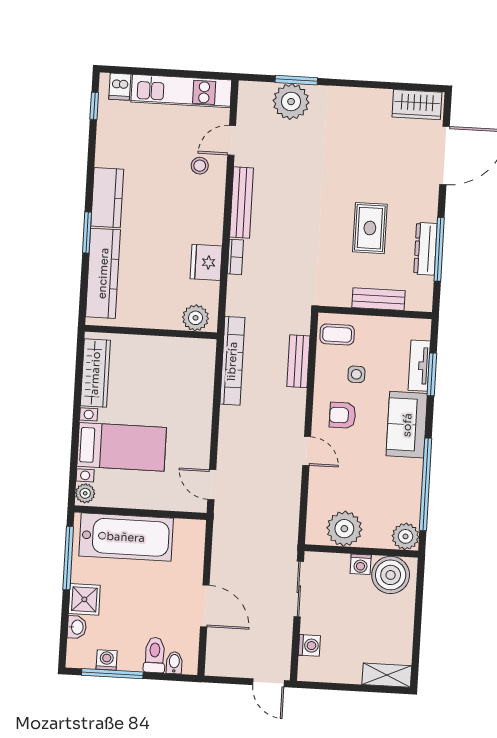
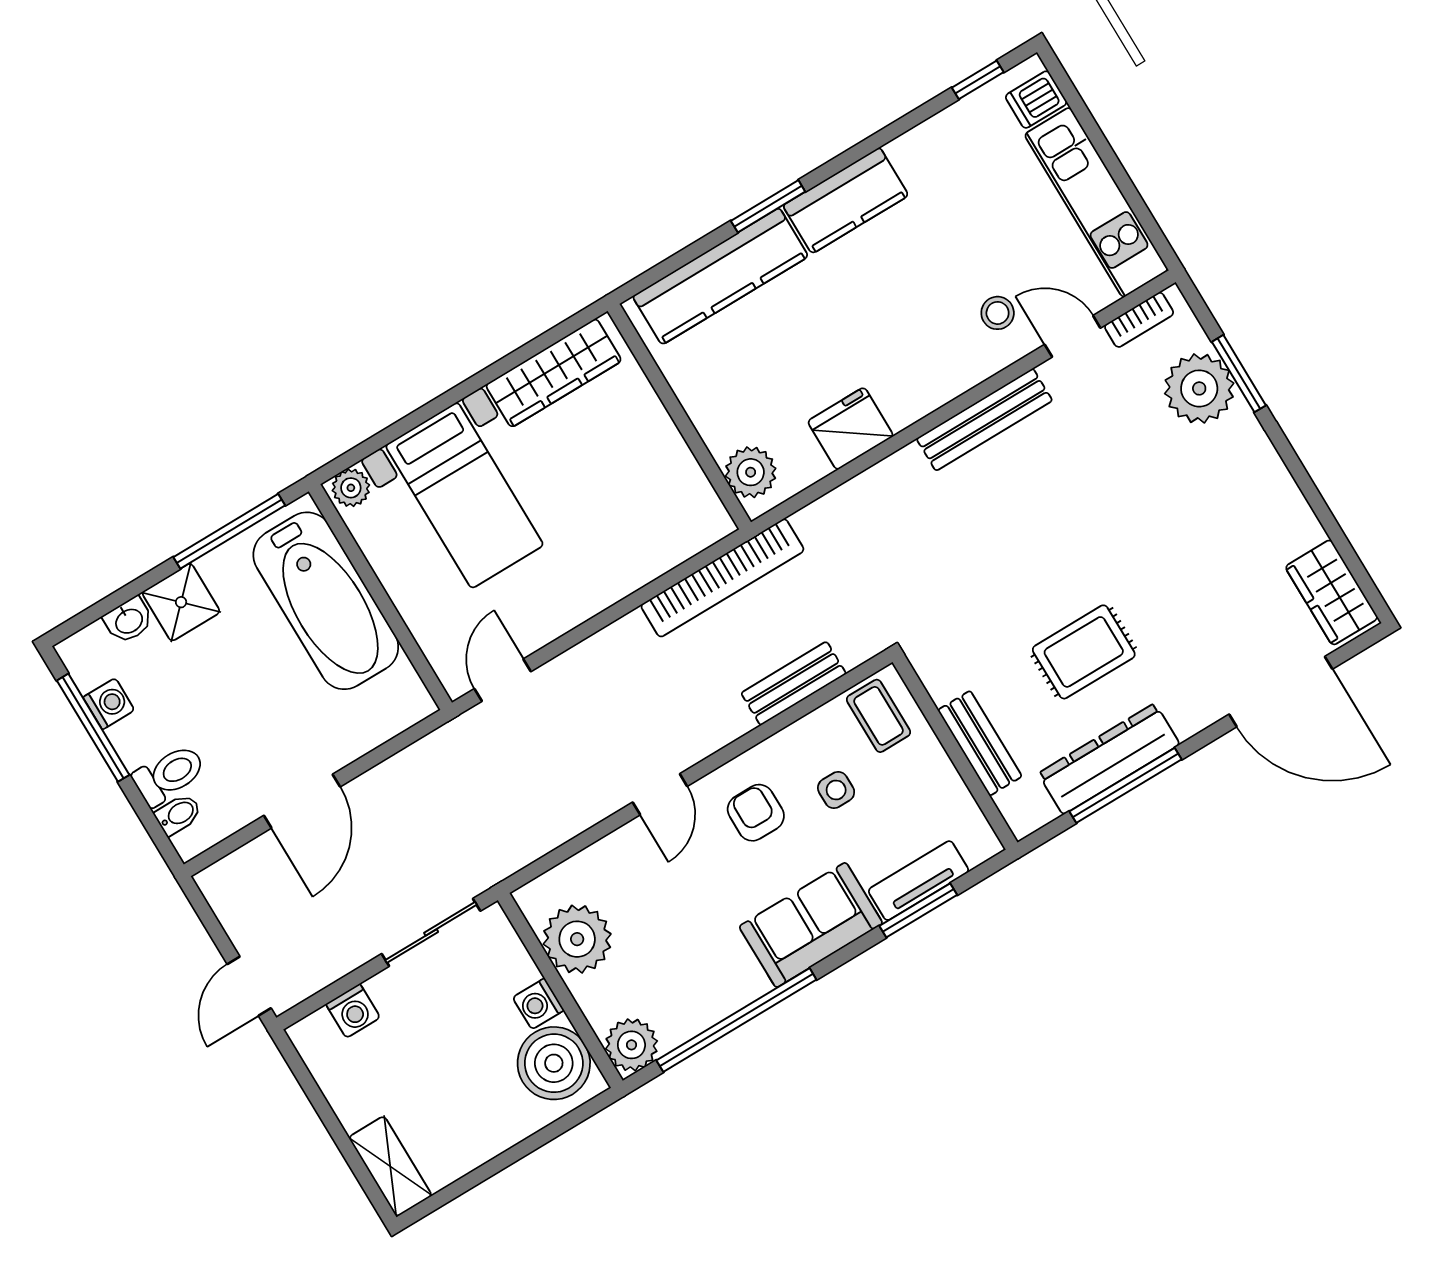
dresser: (425, 249) -> (1109, 759), width x1.37, depth x1.24
bookcase: (235, 257) -> (1139, 320), moved

